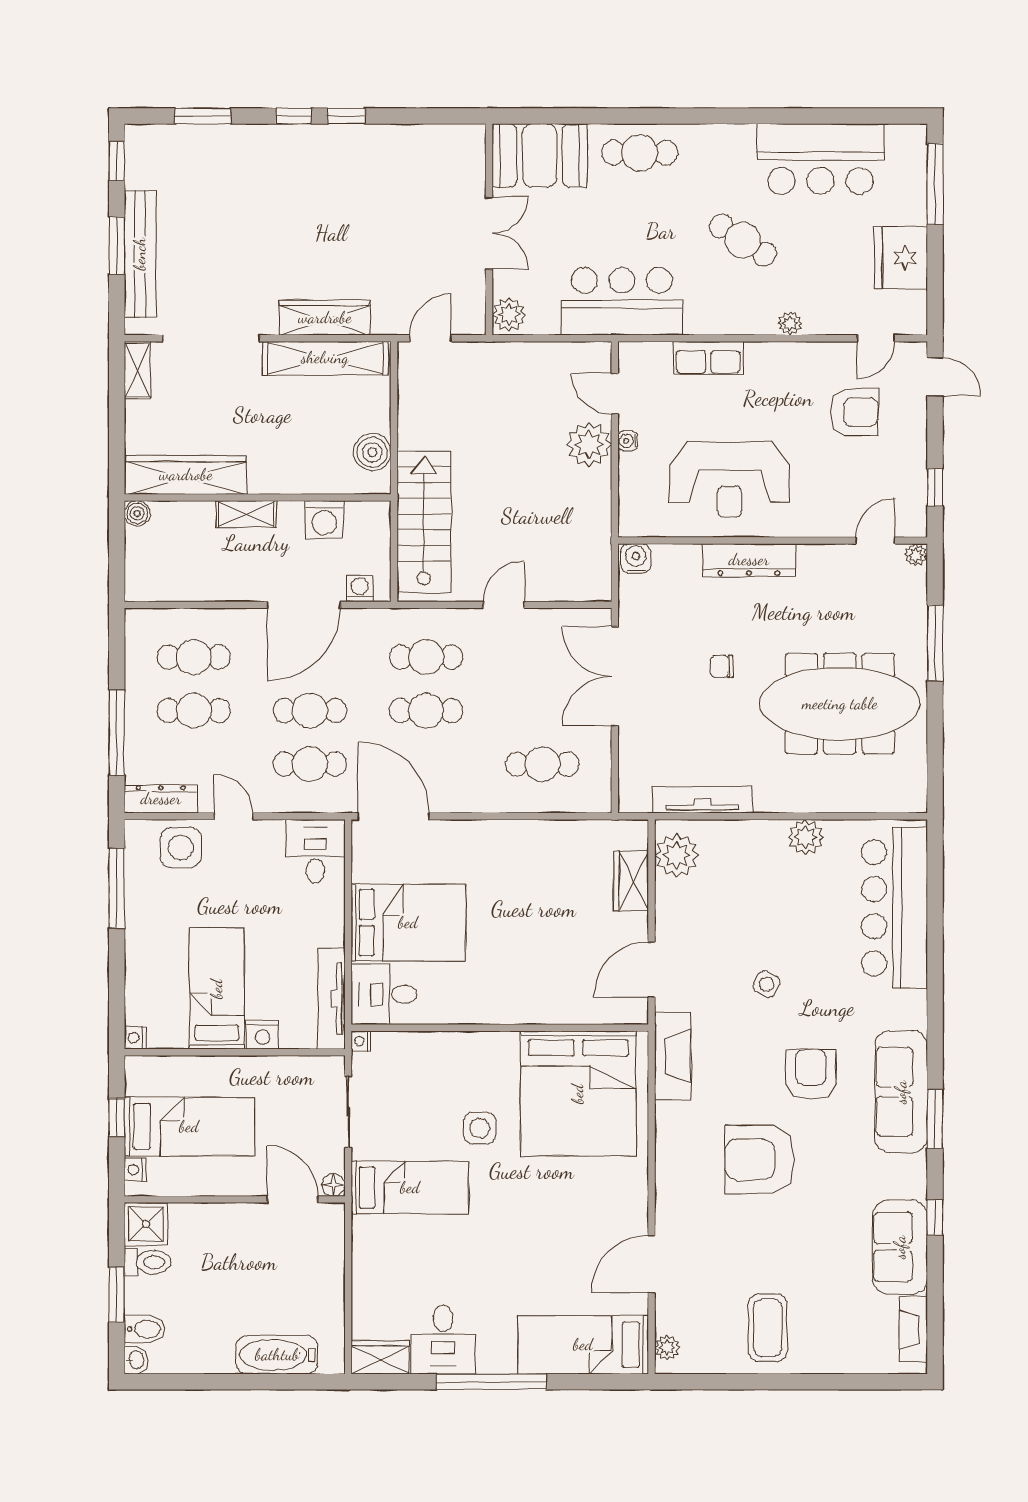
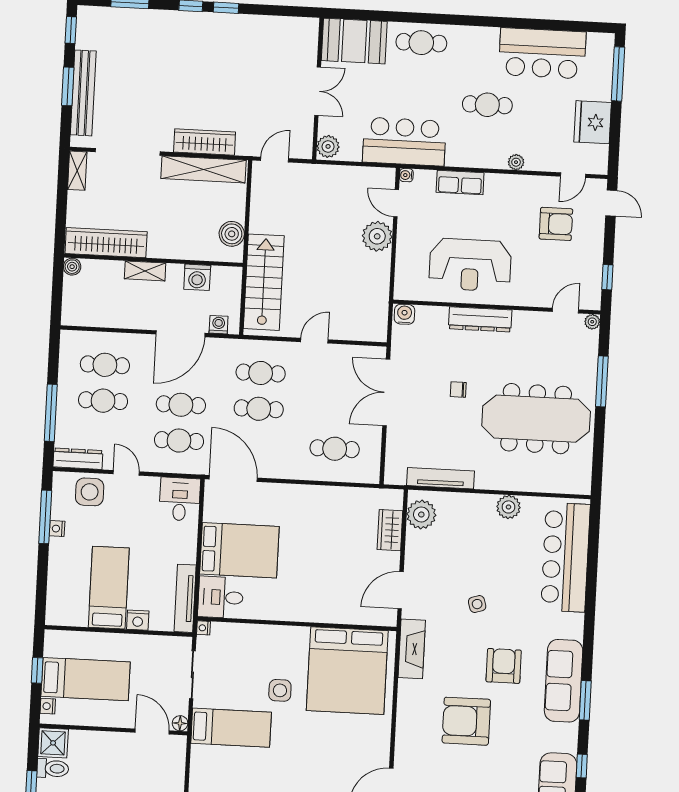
cafe table: (743, 240) -> (487, 105), turned -33
water cooler: (628, 441) -> (406, 175), moved
side table: (767, 984) -> (477, 604), turned 45
nightstand: (135, 1038) -> (57, 529), moved

